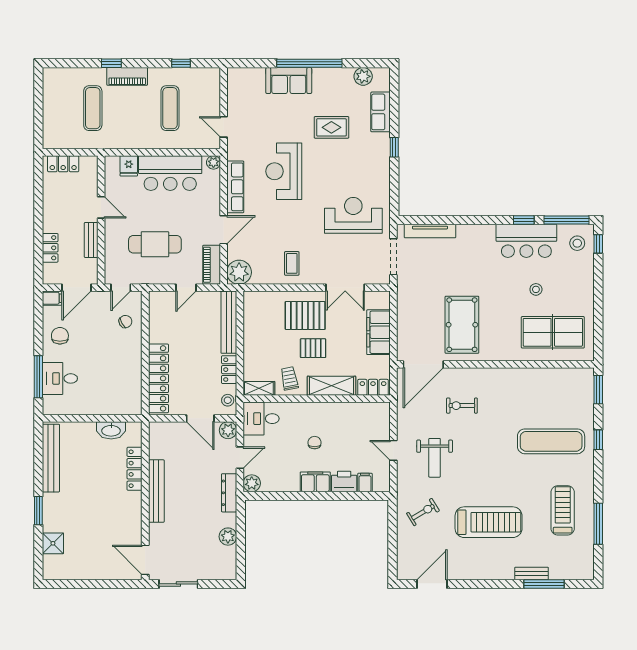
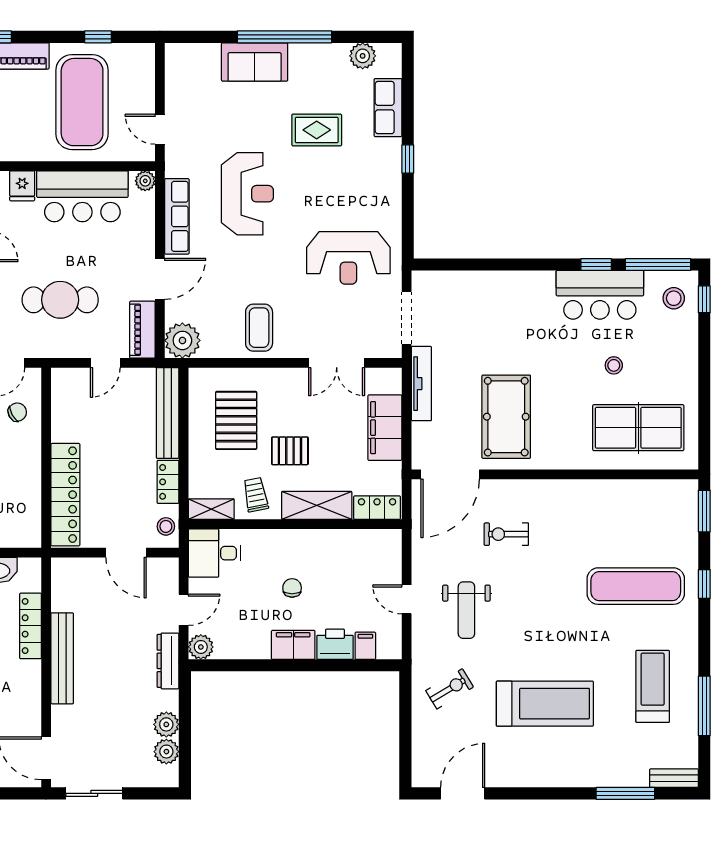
exercise mat: (170, 108) -> (82, 102), width x2.00, depth x1.45
reception desk: (284, 171) -> (247, 194), turned 180
reception desk: (353, 215) -> (348, 258), turned 180
tv unit: (430, 231) -> (421, 384), moved, turned -90
coffee table: (292, 263) -> (259, 328), width x1.36, depth x1.30
pallet: (305, 315) -> (236, 420), moved, turned 90
plant: (228, 430) -> (166, 752), moved
bench: (532, 574) -> (674, 778), moved

